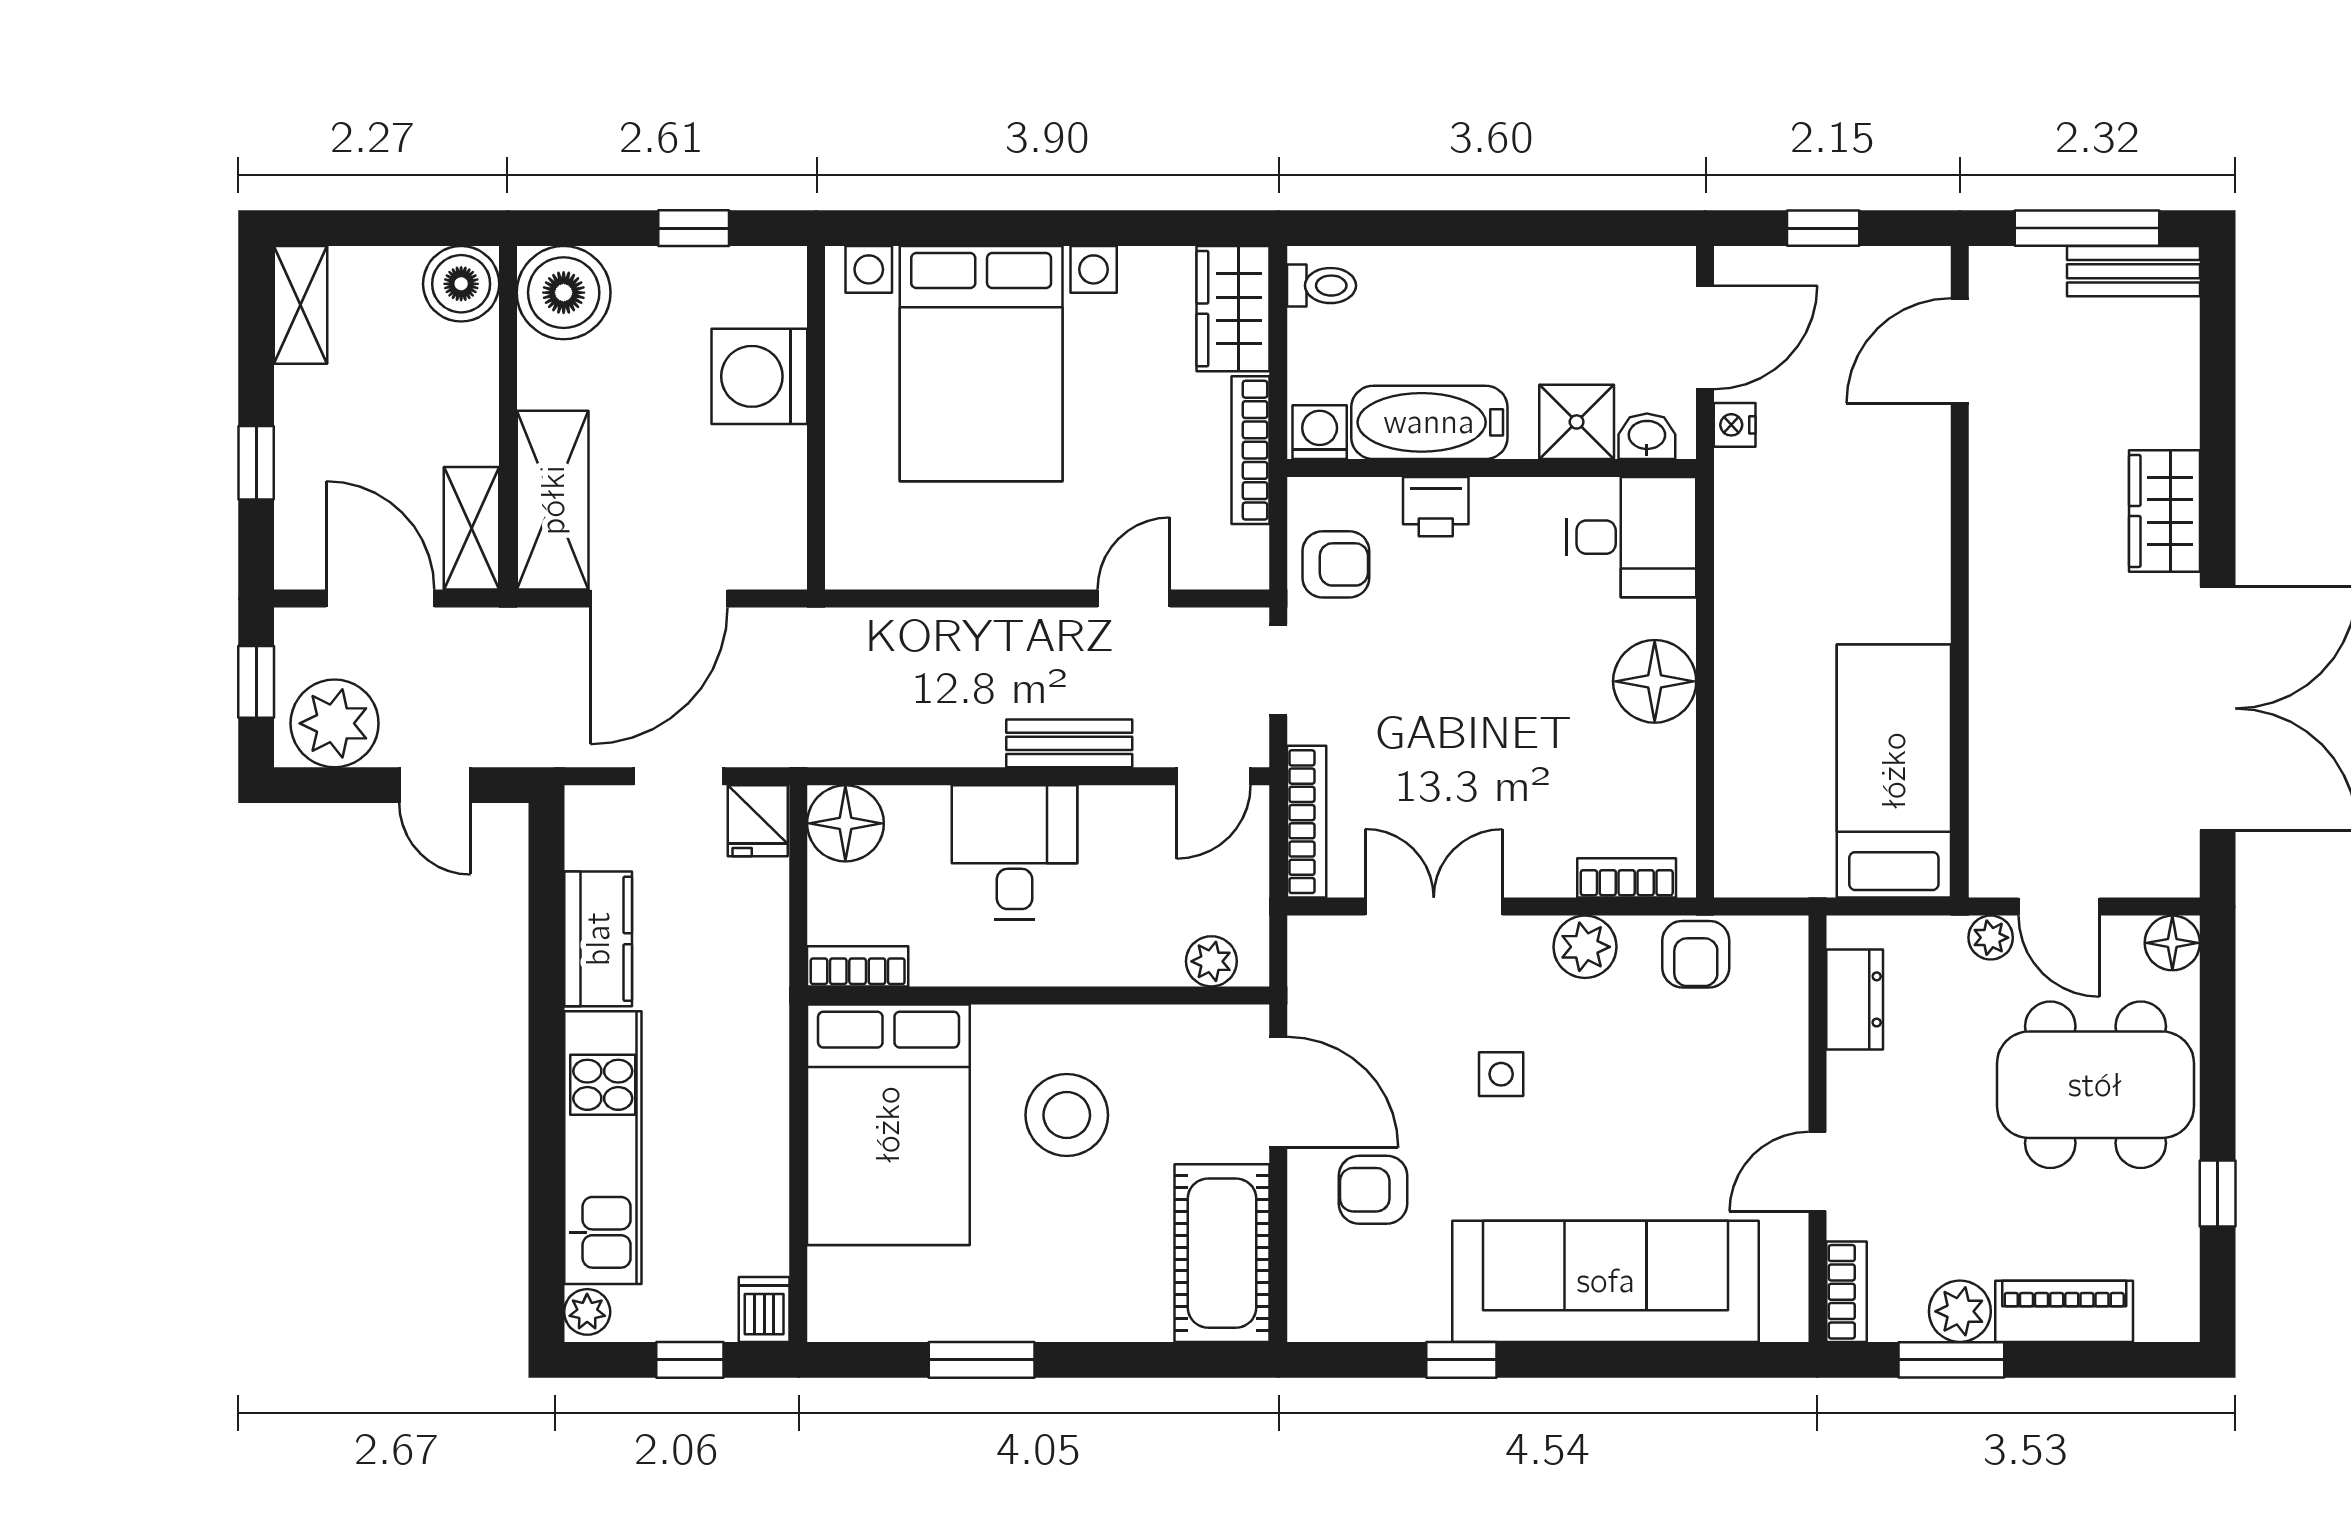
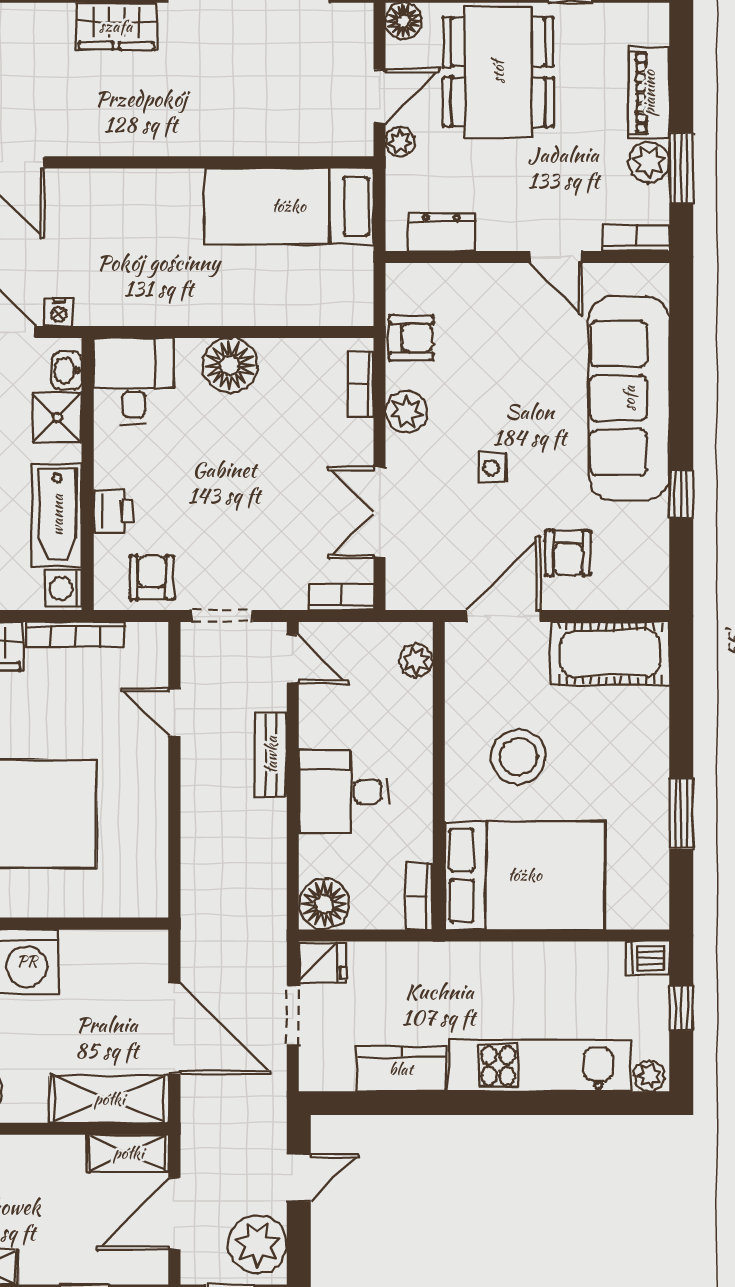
bookcase: (1307, 822) -> (341, 597), width x0.64

